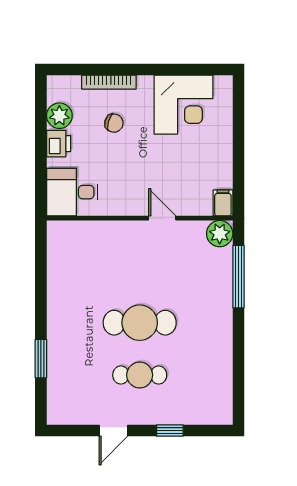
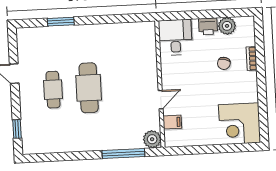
bookcase: (109, 82) -> (252, 58), width x0.64
corner desk: (183, 105) -> (240, 124), moved
filing cabinet: (223, 203) -> (172, 122), moved
window: (170, 431) -> (17, 129), moved

